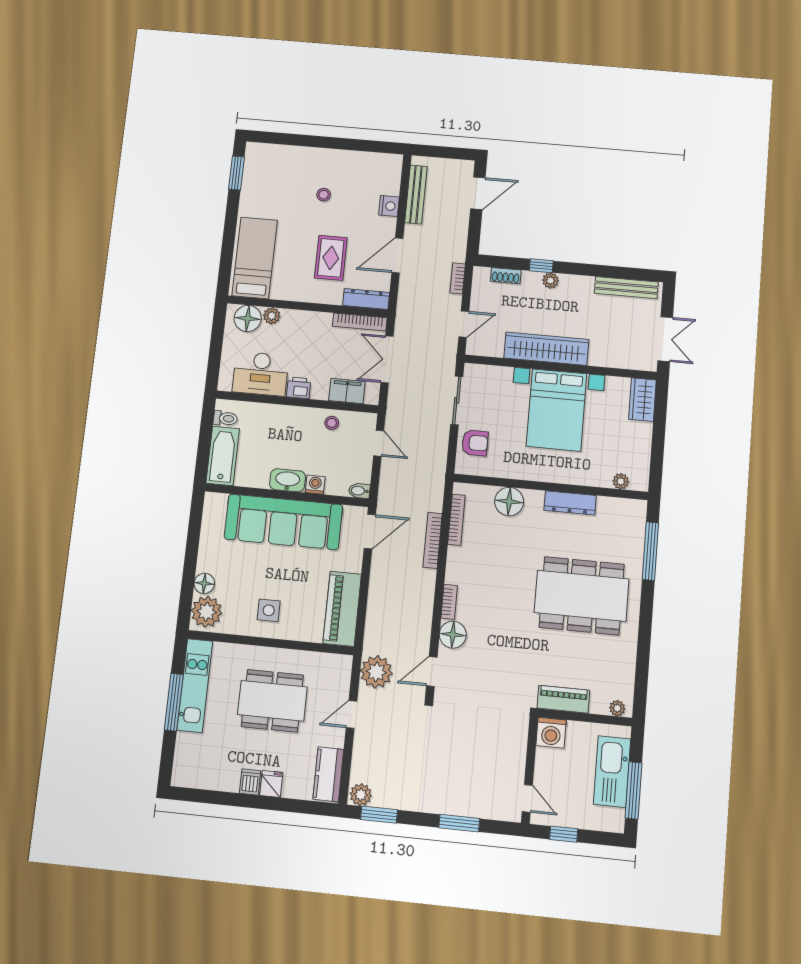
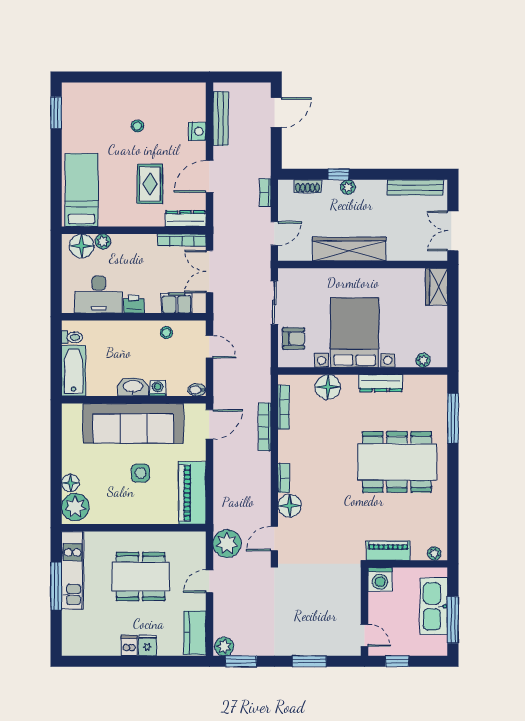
double door: (665, 339) -> (453, 231), swing flipped
bed with nightstands: (556, 410) -> (355, 333), moved, turned 180
side table: (269, 610) -> (140, 473), moved

